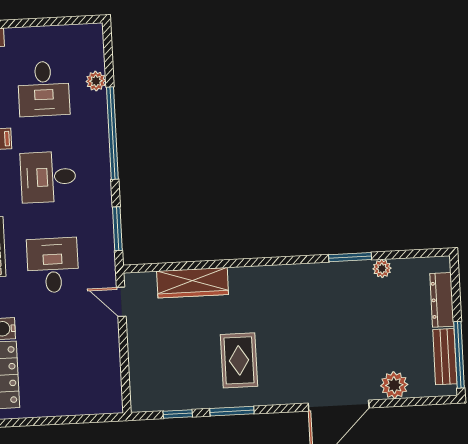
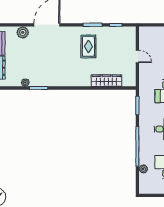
door: (121, 302) -> (137, 56), moved

